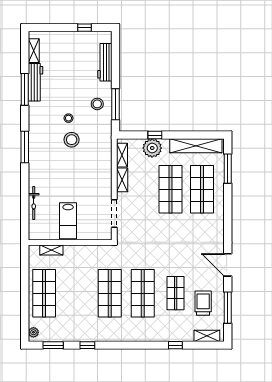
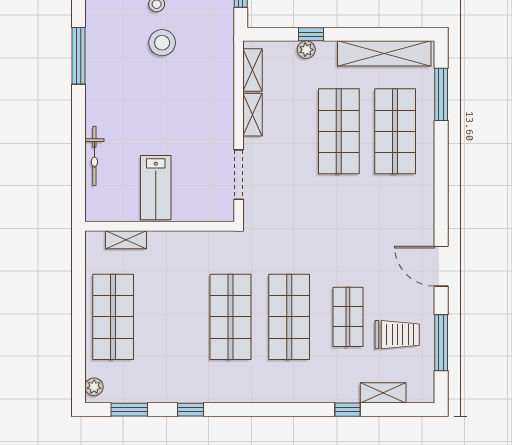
plant: (152, 148) -> (306, 50), width x0.53, depth x0.53
trolley: (203, 303) -> (397, 335), turned 90
shelving: (207, 336) -> (383, 393), moved

